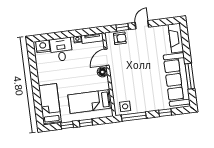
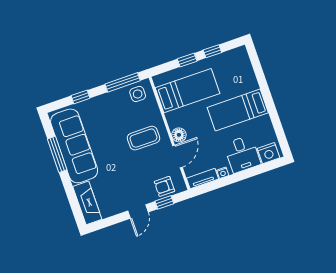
coffee table: (127, 75) -> (144, 138), added
bed: (50, 104) -> (238, 110), moved, turned 90

